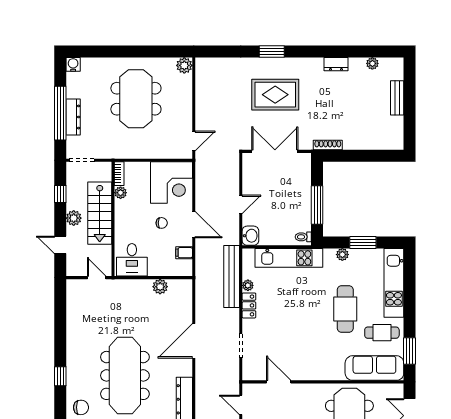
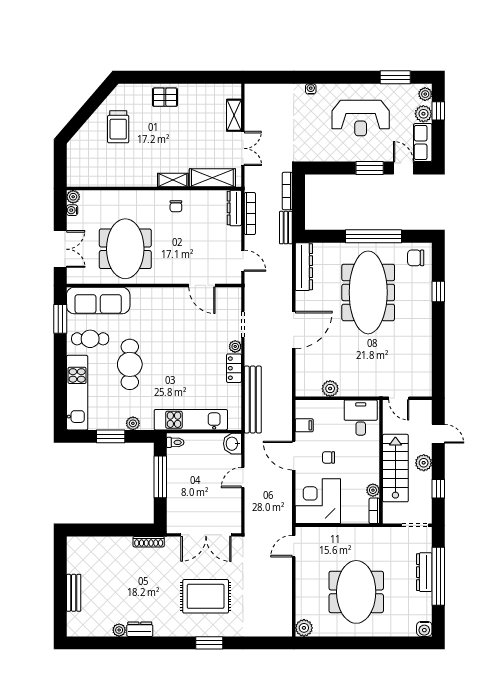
plant: (372, 63) -> (119, 630), moved
plant: (248, 285) -> (235, 346), moved

